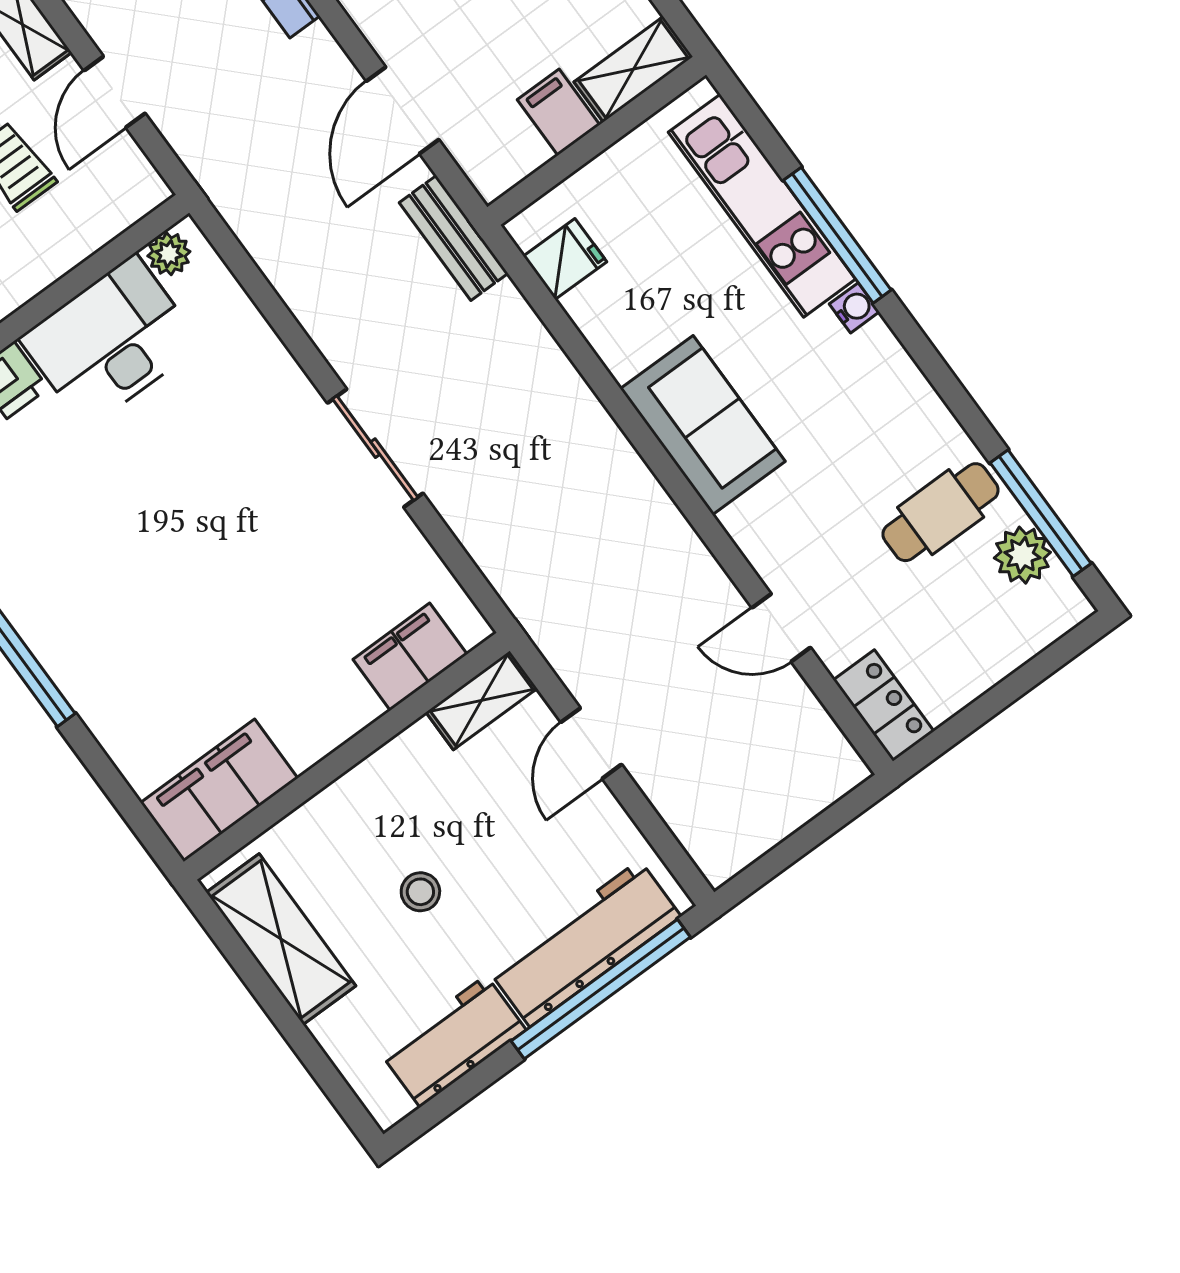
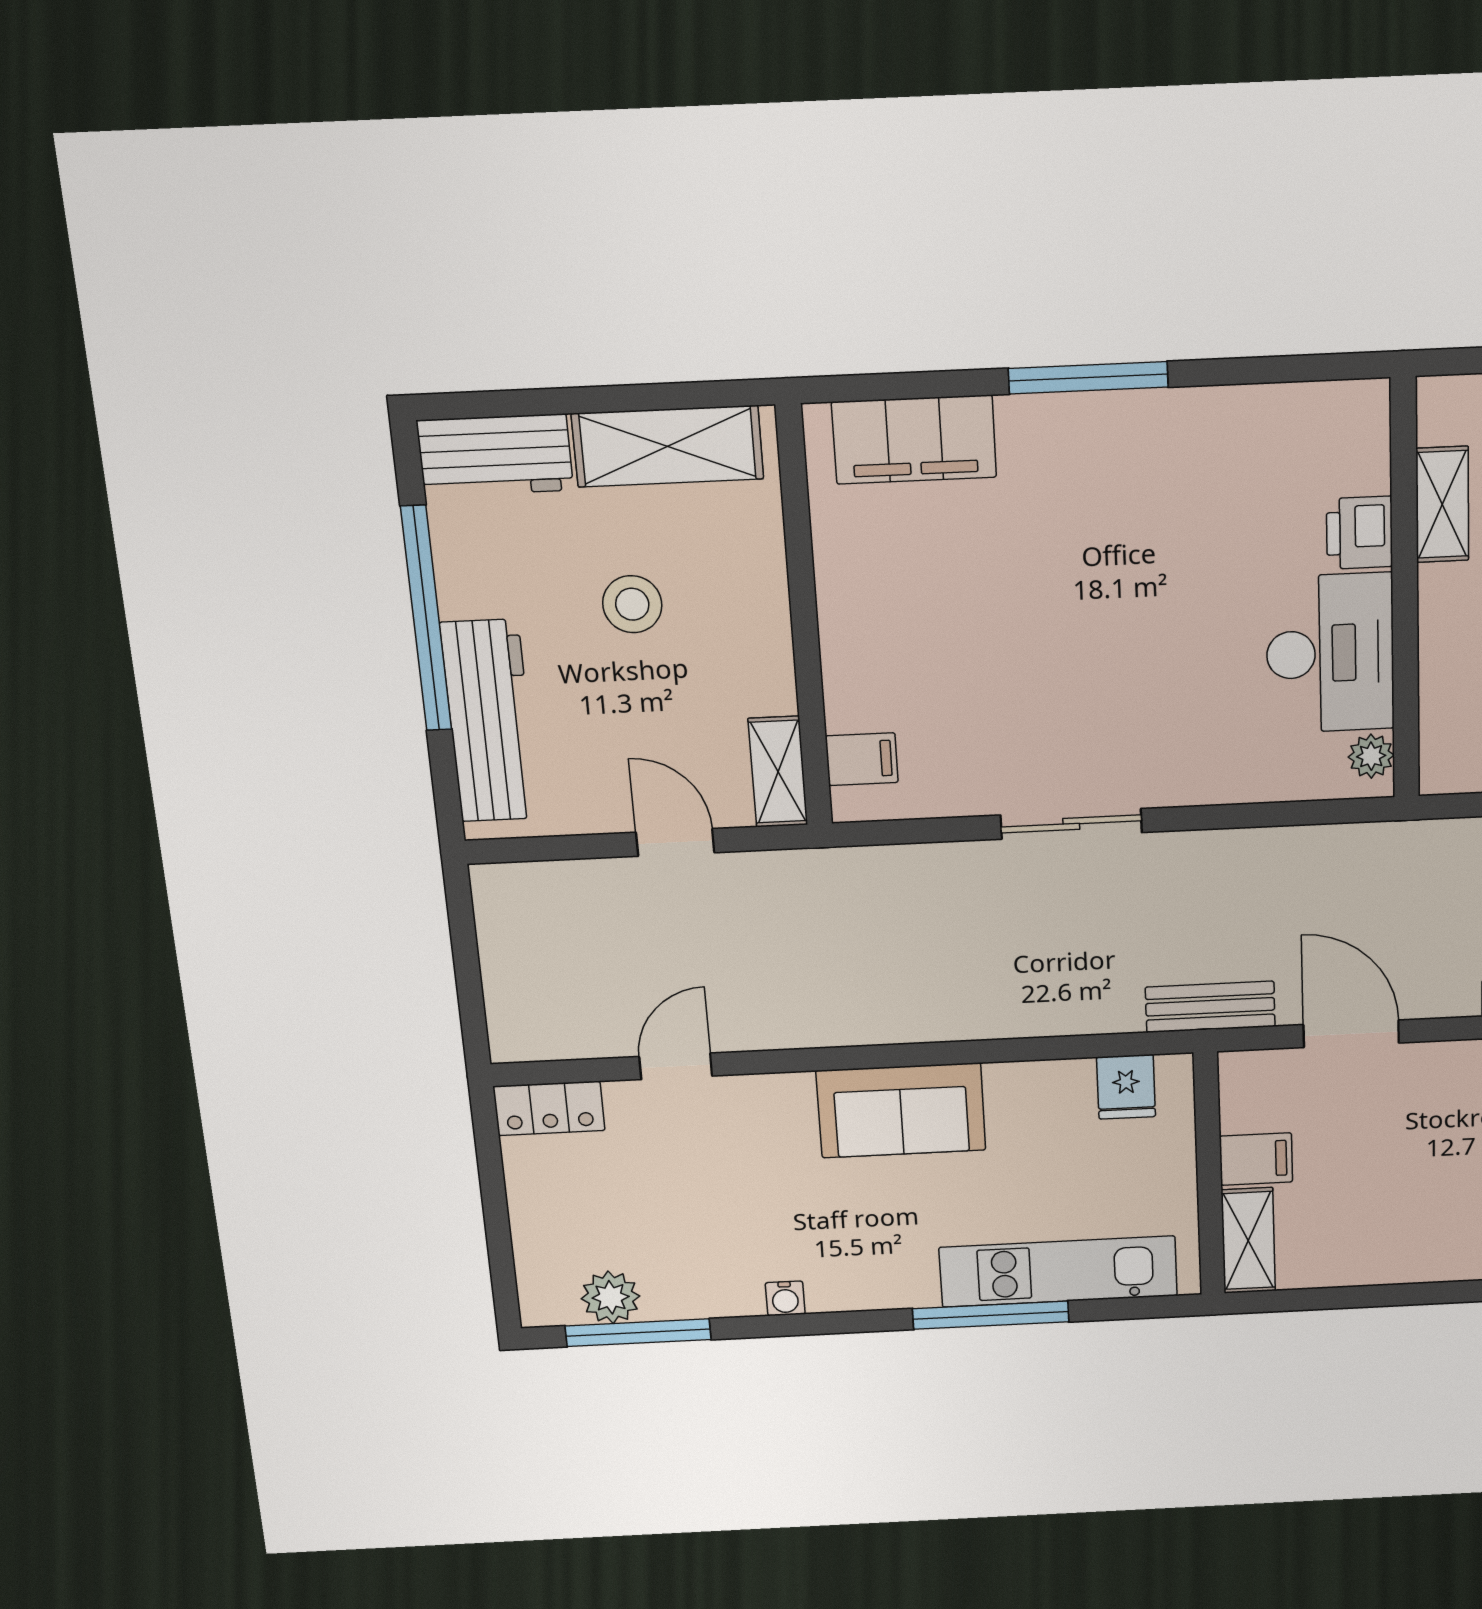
water cooler: (854, 308) -> (785, 1298), moved
cafe table: (941, 512) -> (693, 1255), removed
filing cabinet: (410, 657) -> (862, 759), width x0.50
filing cabinet: (219, 790) -> (914, 440), moved, turned 90
stool: (420, 892) -> (632, 604), width x1.37, depth x1.37
window: (601, 989) -> (426, 619), moved
workbench: (453, 1041) -> (495, 455), moved, turned 90

